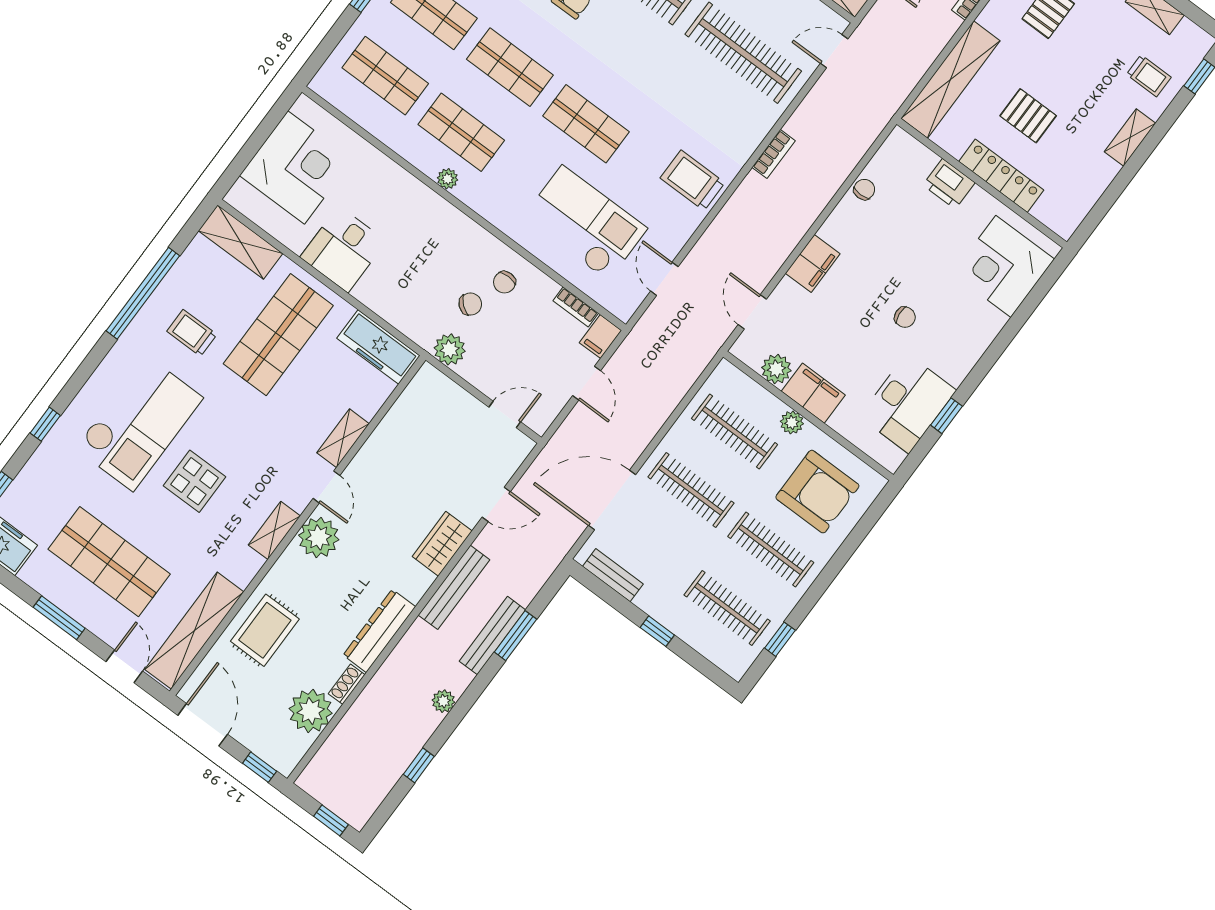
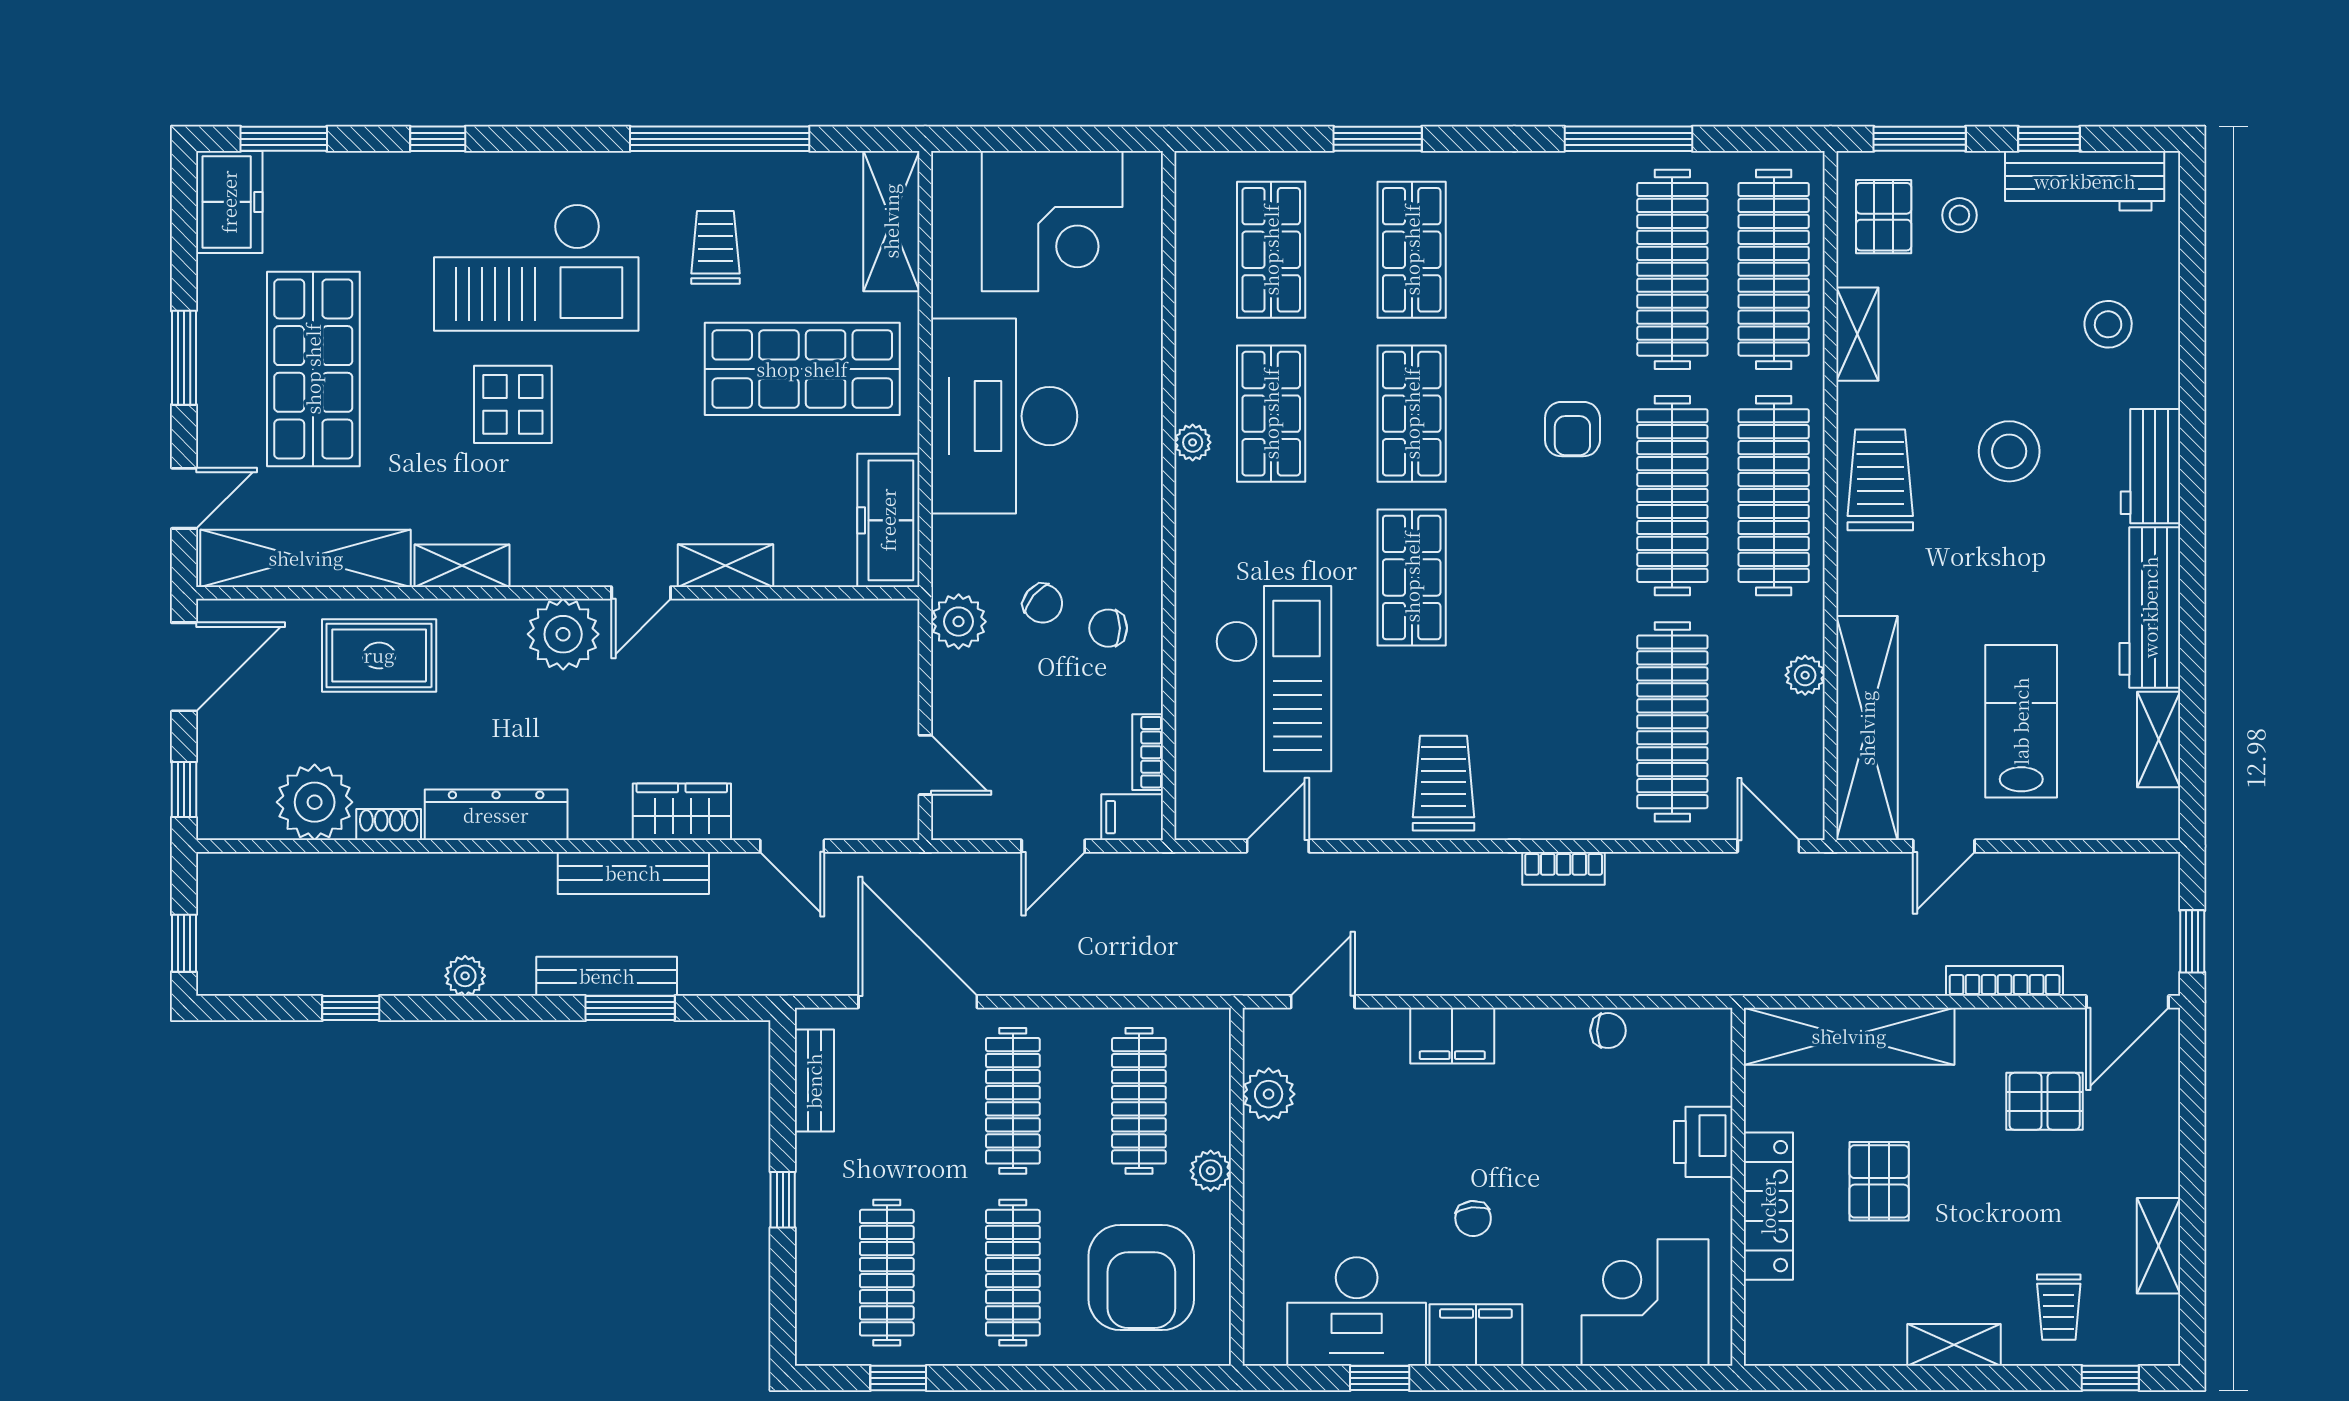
desk: (343, 249) -> (1004, 416), width x1.87, depth x1.30
filing cabinet: (813, 393) -> (1476, 1335), moved, turned -90
shelving: (274, 530) -> (462, 566), moved

